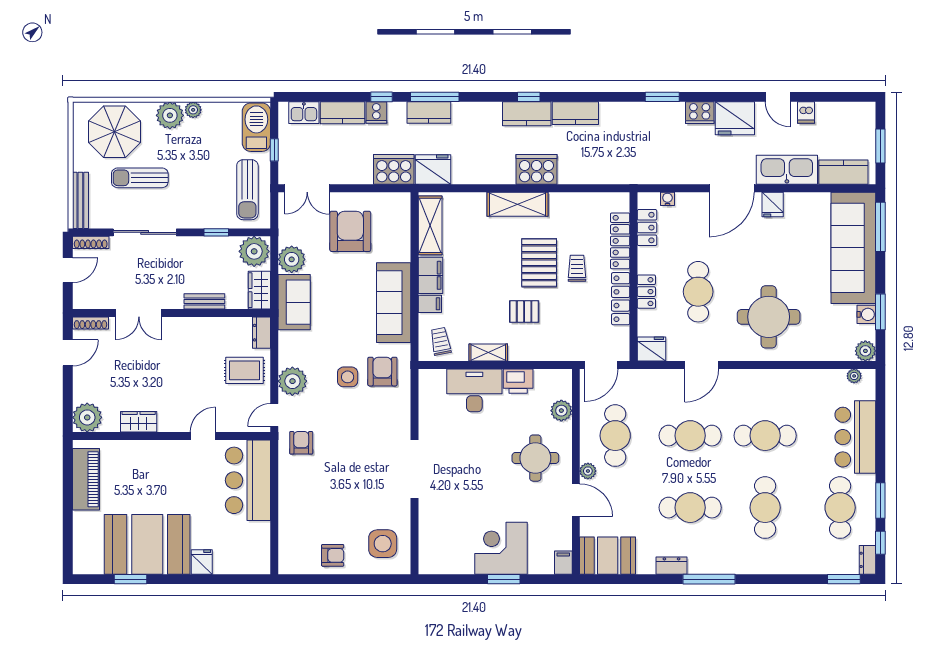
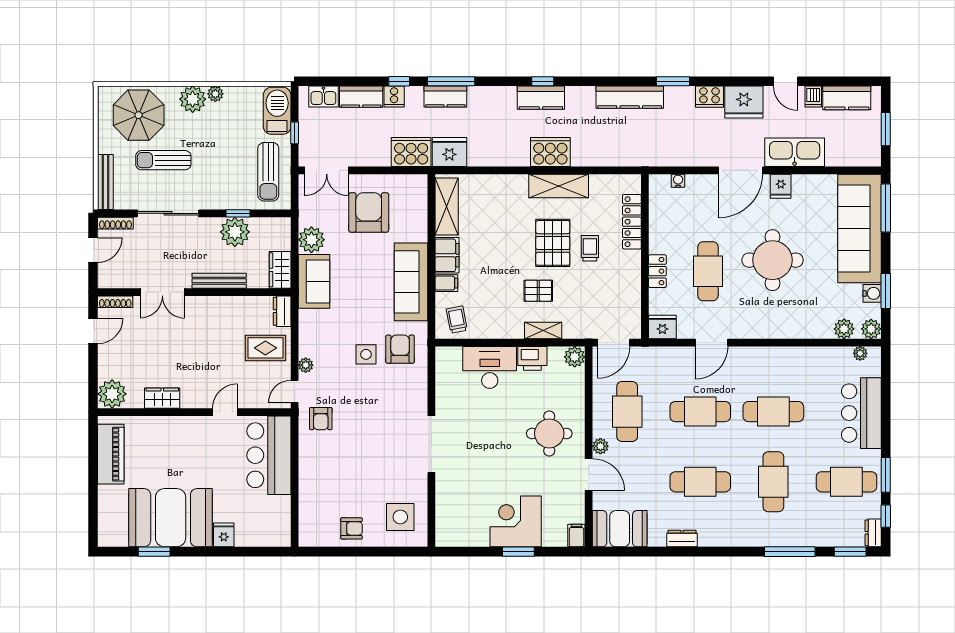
kitchen counter: (575, 113) -> (630, 97), moved, width x1.50
kitchen counter: (843, 172) -> (847, 98), moved, turned 180
shelving: (518, 204) -> (559, 186), moved
locker: (647, 228) -> (658, 209), removed
plant: (254, 251) -> (235, 232), moved
locker: (621, 299) -> (632, 278), removed
bench: (204, 301) -> (219, 281), width x1.36
round table: (769, 317) -> (773, 260), moved
plant: (838, 351) -> (844, 329), added
shelving: (488, 353) -> (543, 331), moved
plant: (292, 381) -> (306, 365), width x0.53, depth x0.53
plant: (561, 411) -> (575, 357), moved
armchair: (301, 443) -> (321, 419), turned 180
cafe table: (840, 508) -> (846, 482), turned 90
window: (709, 579) -> (790, 552), moved

